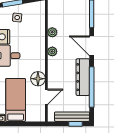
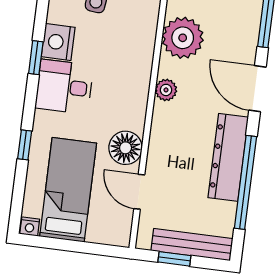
plant: (52, 32) -> (183, 38), width x1.87, depth x1.87
door: (46, 97) -> (139, 192), swing flipped
window: (75, 124) -> (174, 259), moved

